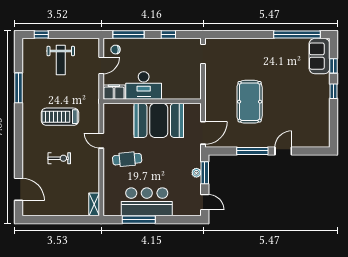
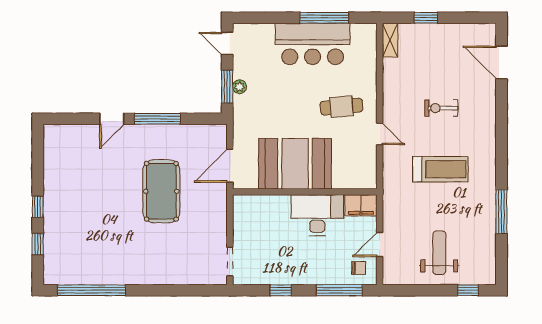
sofa: (319, 56) -> (58, 258), removed
door: (203, 133) -> (230, 166), moved
window: (70, 220) -> (426, 18), added

